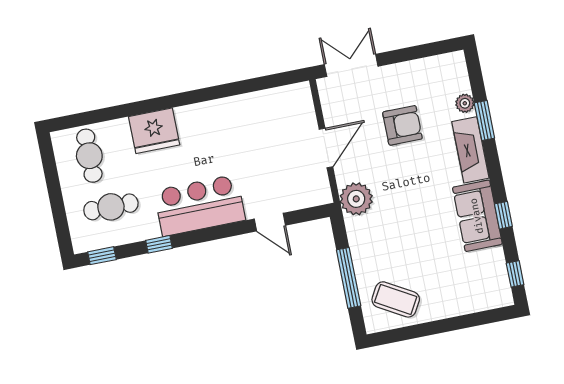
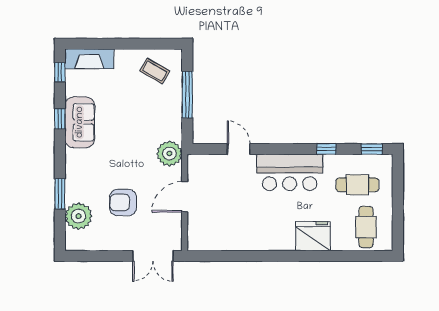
plant: (465, 103) -> (78, 216), width x1.87, depth x1.87
fireplace: (470, 150) -> (89, 59), moved, turned 90
coffee table: (396, 299) -> (155, 71), width x0.73, depth x0.77

